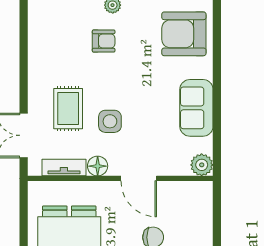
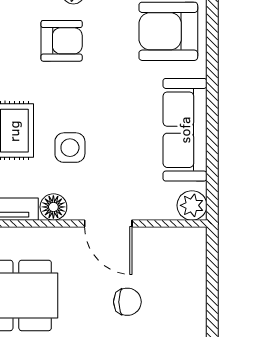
armchair: (104, 41) -> (62, 41), width x1.38, depth x1.38
sofa: (196, 108) -> (185, 130), width x1.36

